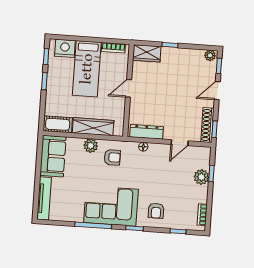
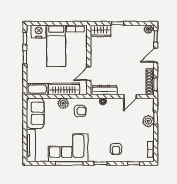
door: (129, 88) -> (89, 74), moved
corner sofa: (111, 206) -> (68, 148), moved

